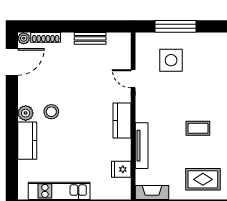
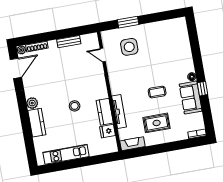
window: (176, 26) -> (128, 22), width x0.69
door: (133, 79) -> (103, 55), moved
stool: (51, 112) -> (75, 106), moved
kitchen counter: (122, 120) -> (105, 112), moved
rug: (203, 179) -> (157, 123), moved

